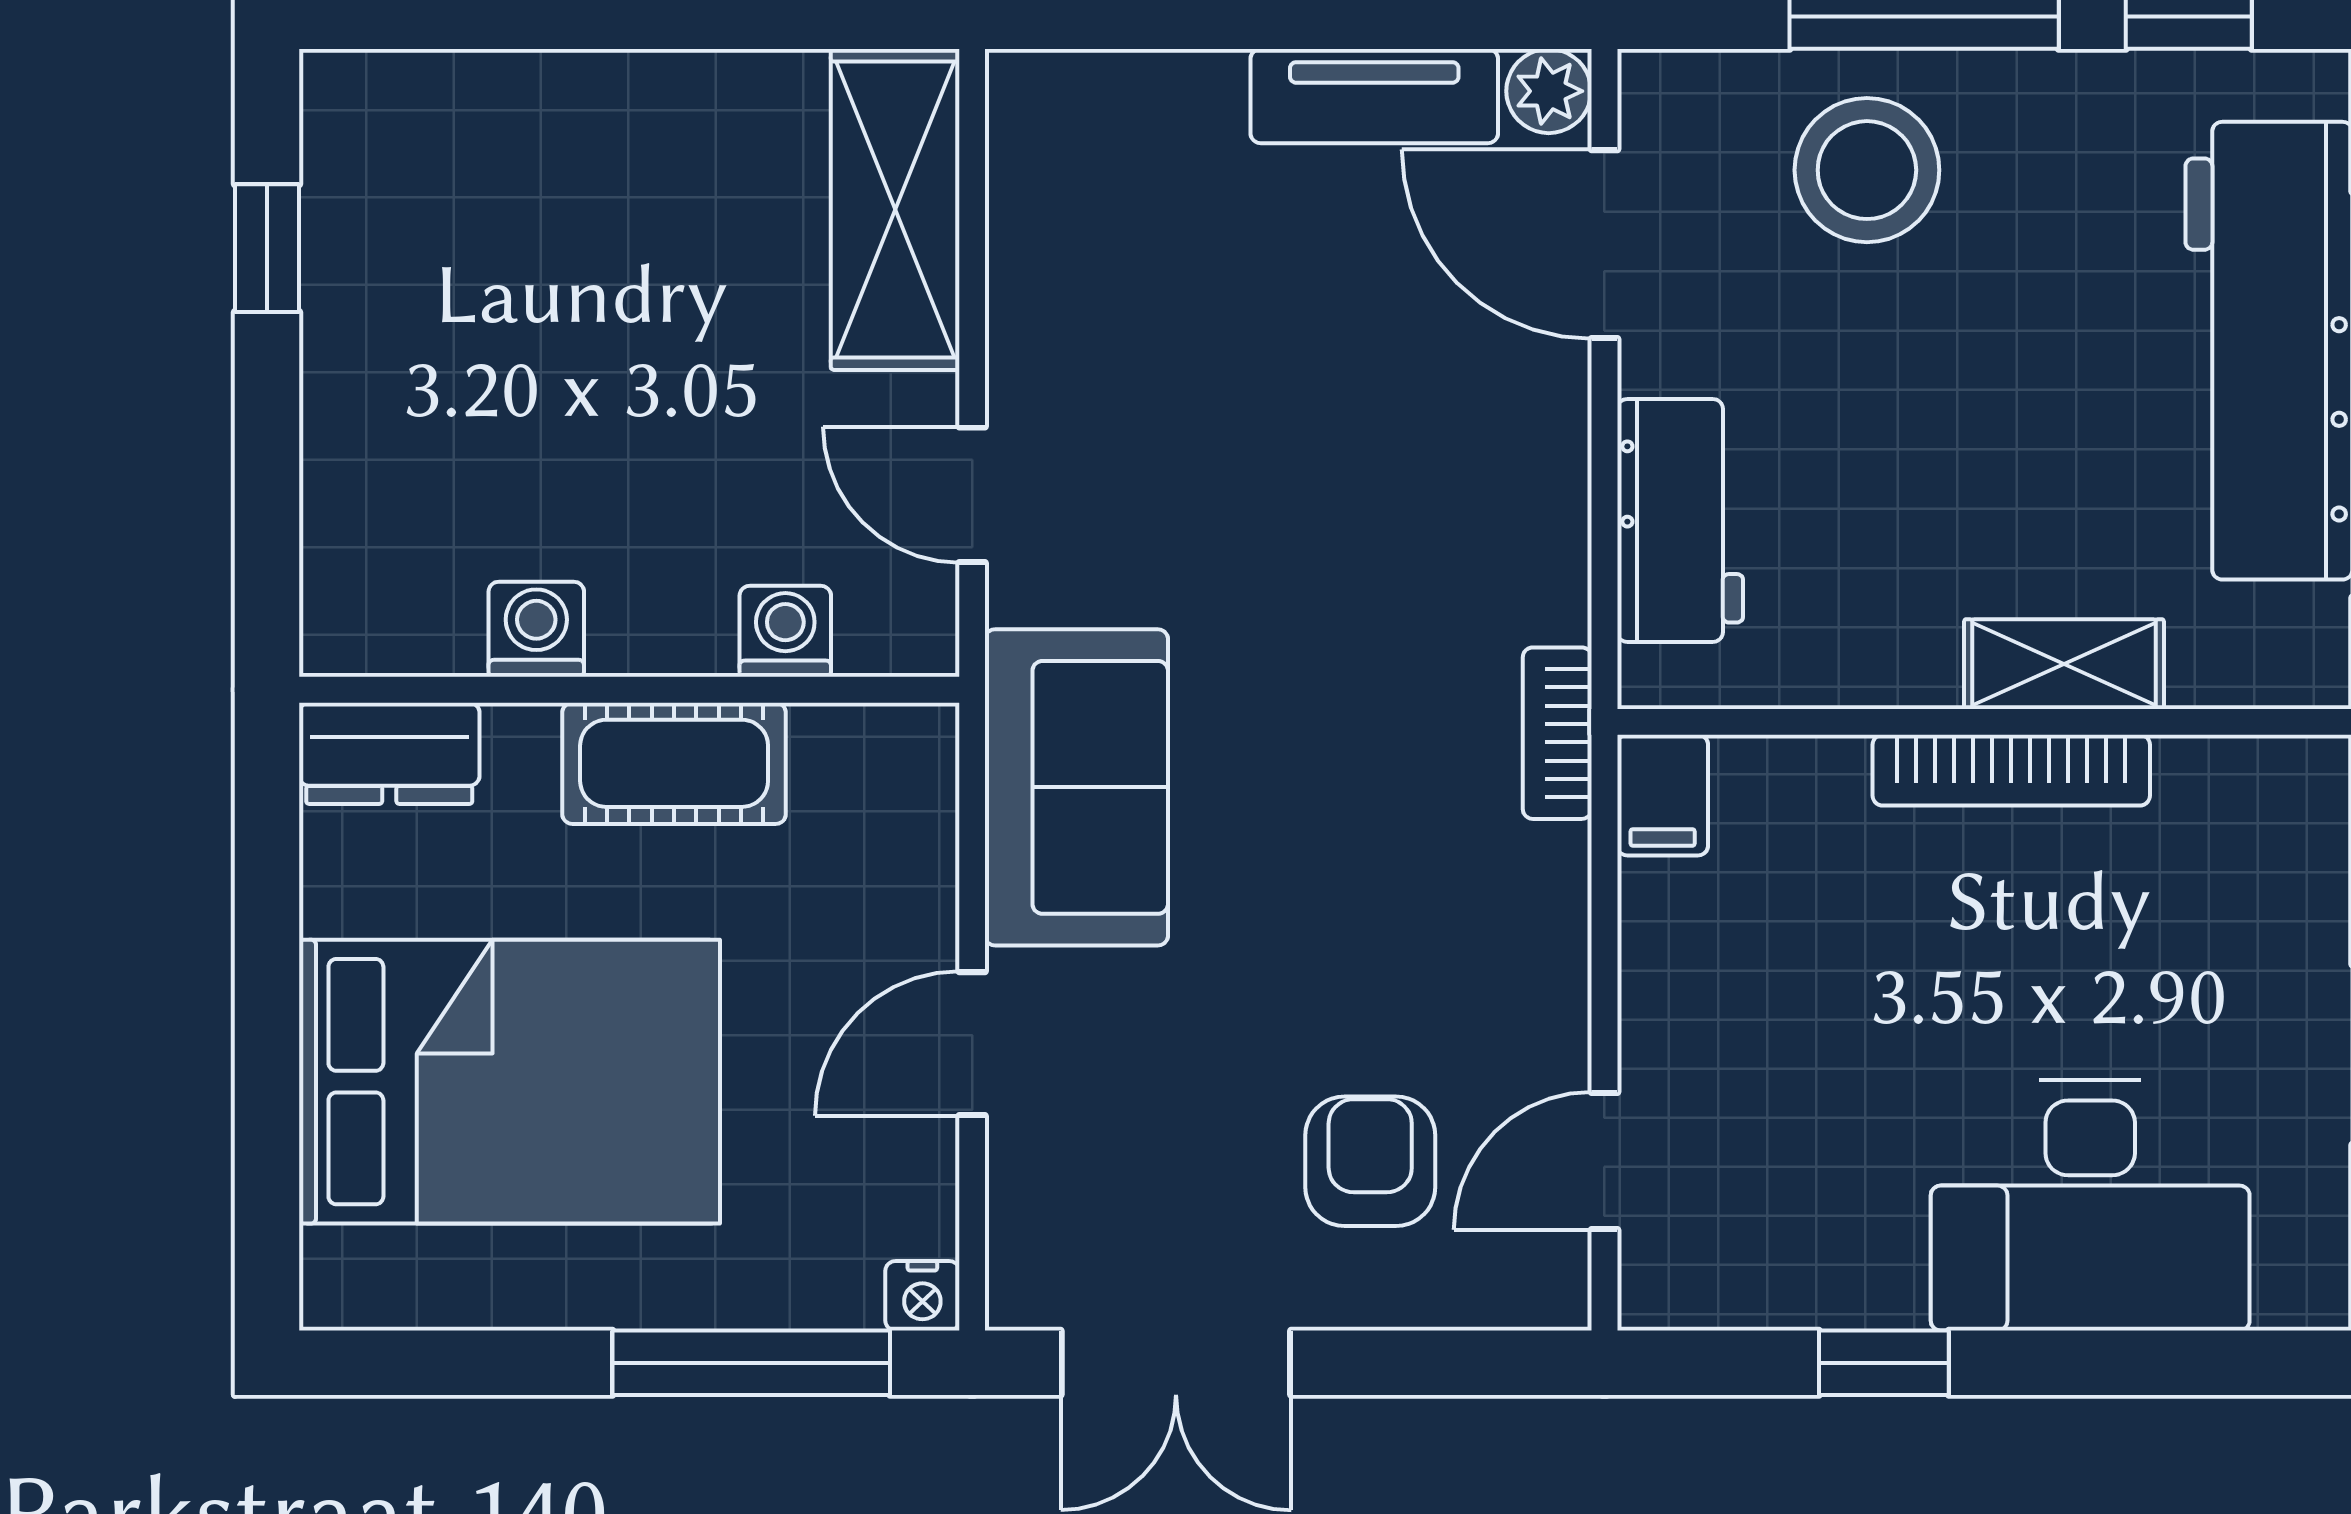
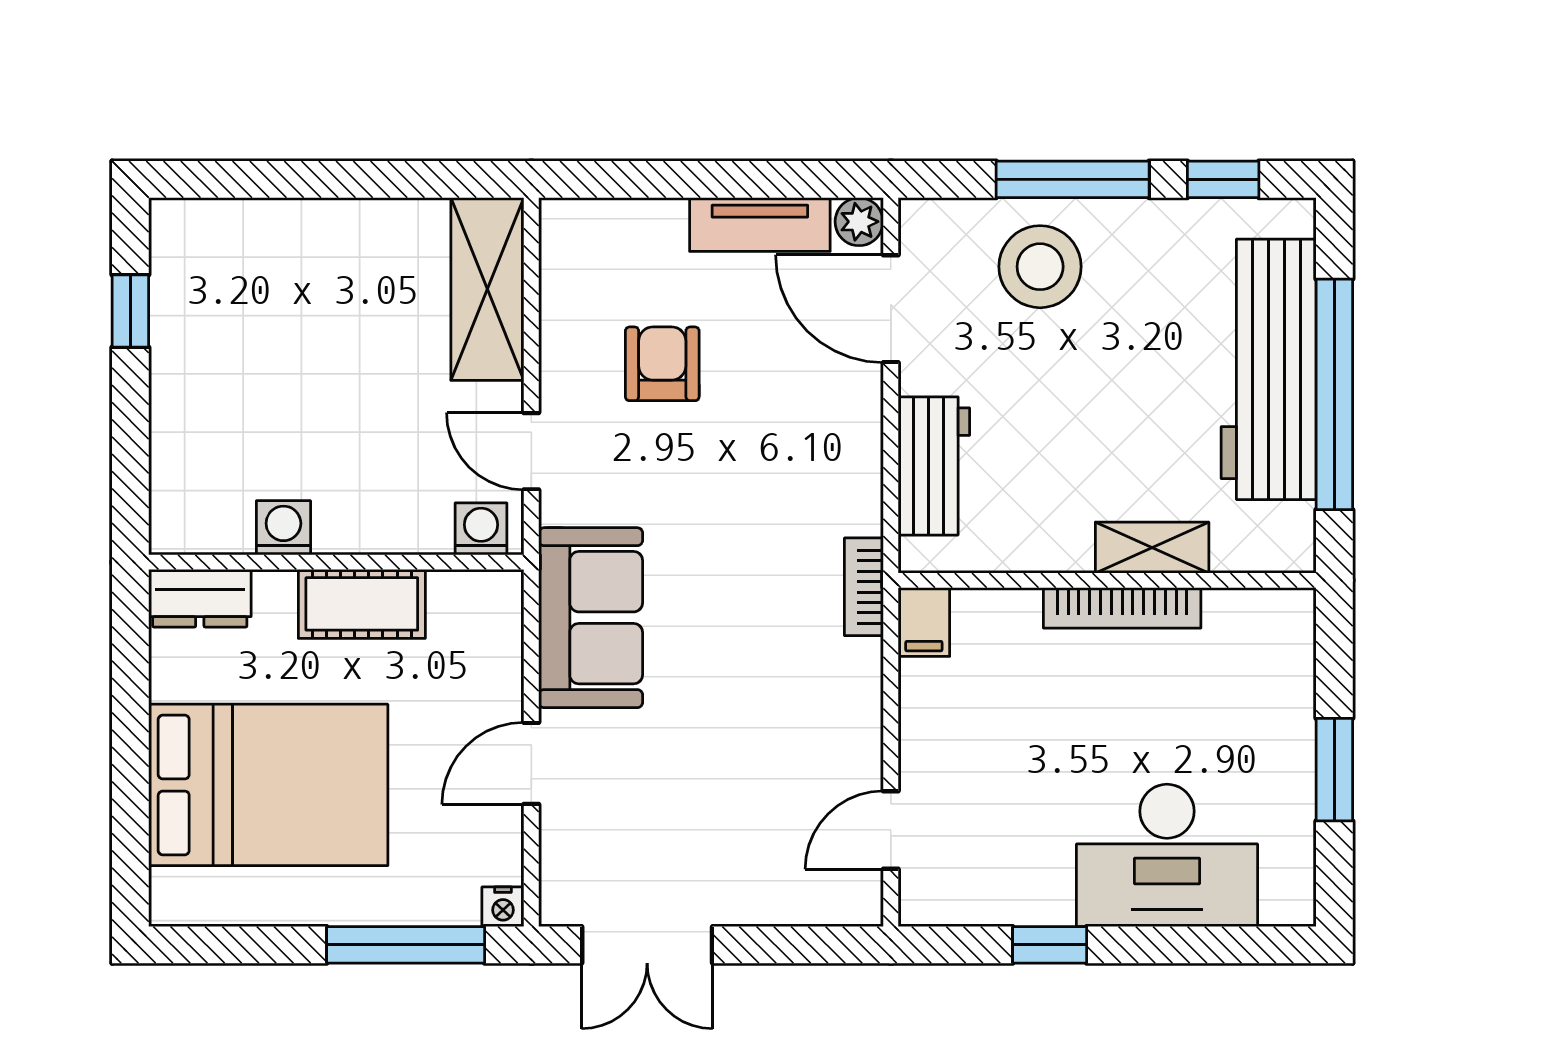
washing machine: (785, 631) -> (481, 529), moved
armchair: (1370, 1161) -> (662, 364), moved

